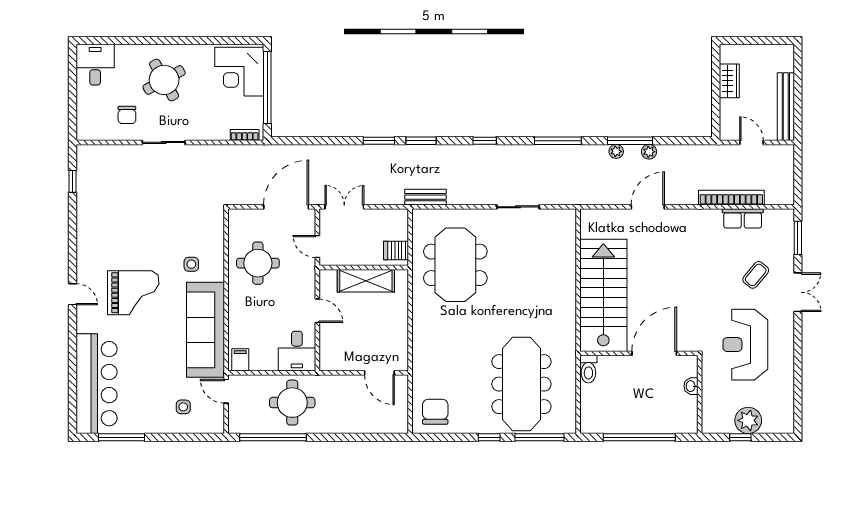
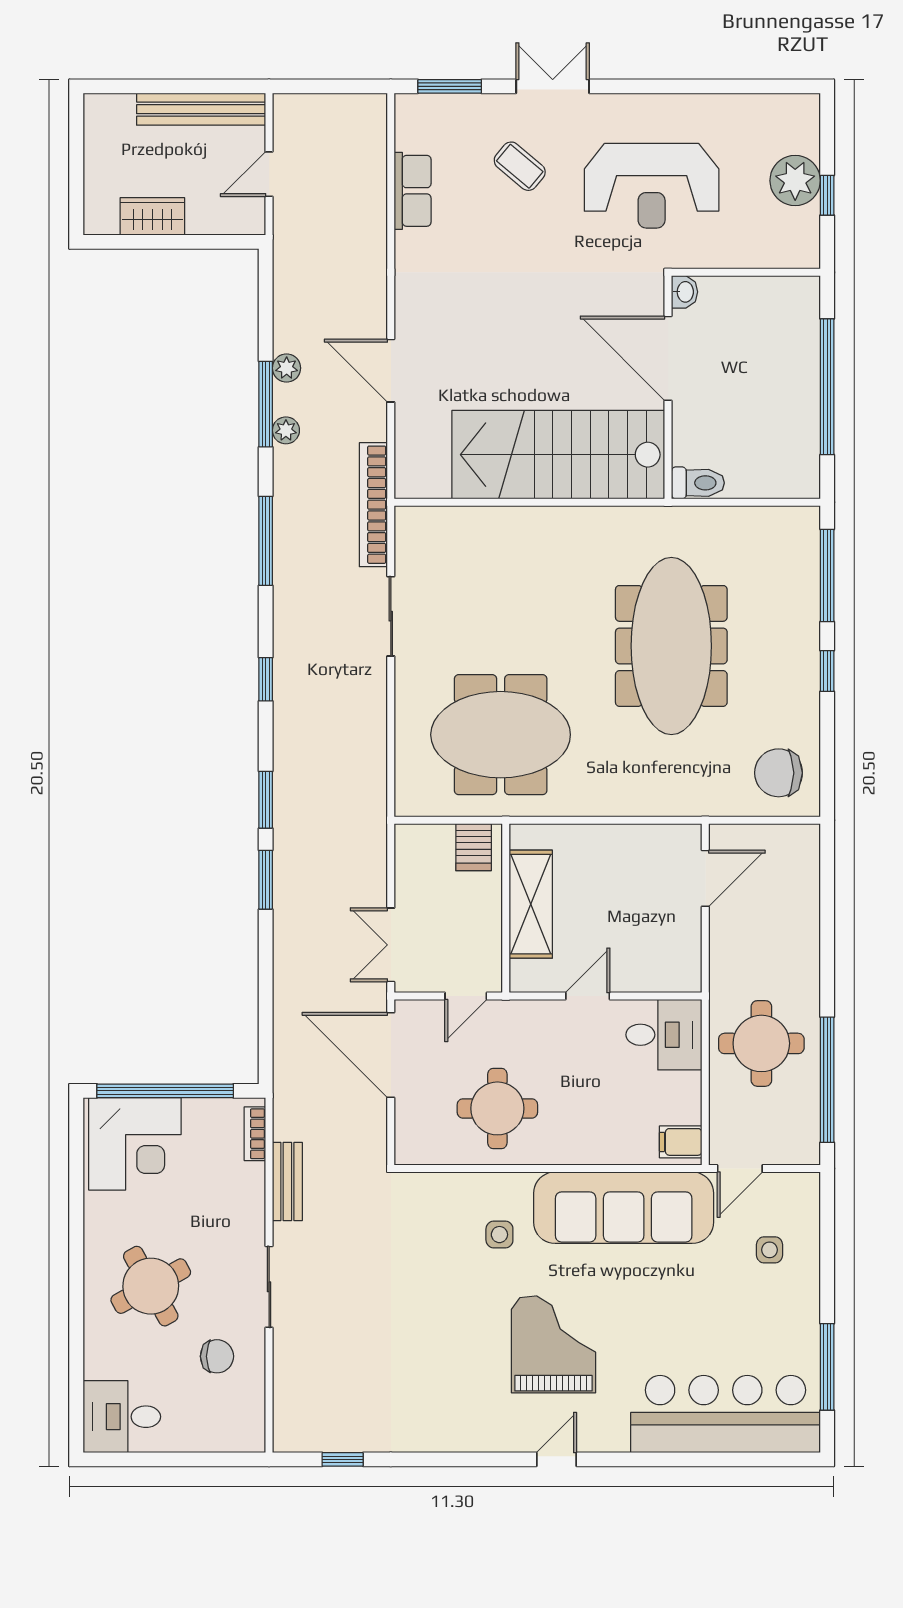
bench: (426, 197) -> (287, 1181), moved
bookcase: (731, 198) -> (373, 505), moved
meeting table: (521, 384) -> (671, 646), moved, turned 90
washbasin: (691, 386) -> (685, 292), moved, turned -90

